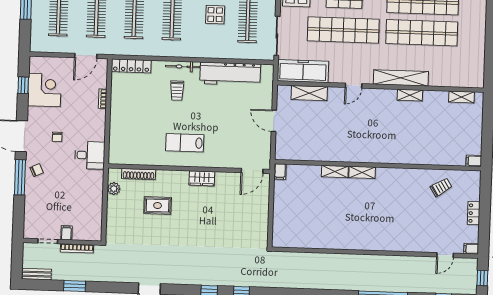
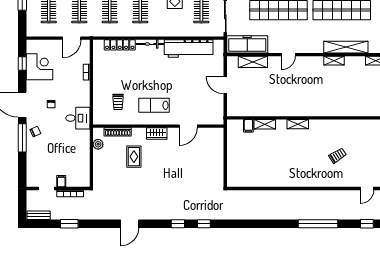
locker: (131, 66) -> (120, 45), moved
shelving: (401, 78) -> (346, 47), moved
trolley: (177, 91) -> (118, 102), moved
door: (252, 171) -> (188, 126), moved
filing cabinet: (280, 171) -> (248, 126), moved
shelving: (335, 171) -> (265, 124), moved
wardrobe: (202, 178) -> (157, 134), moved
trolley: (441, 187) -> (338, 156), moved
rug: (158, 205) -> (134, 157), turned 90

